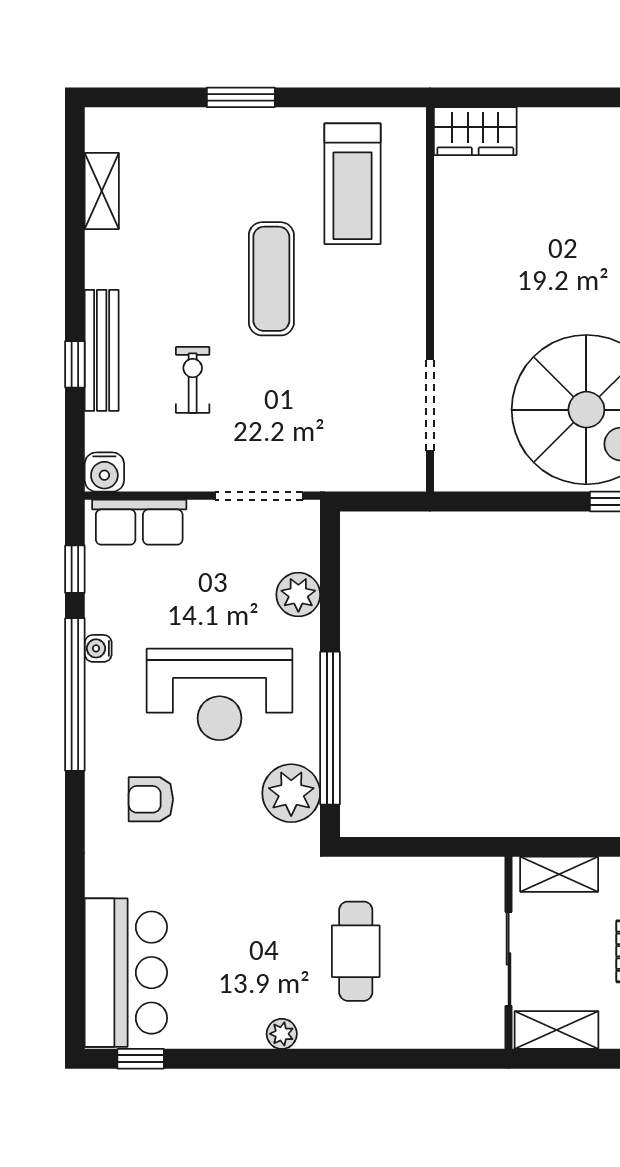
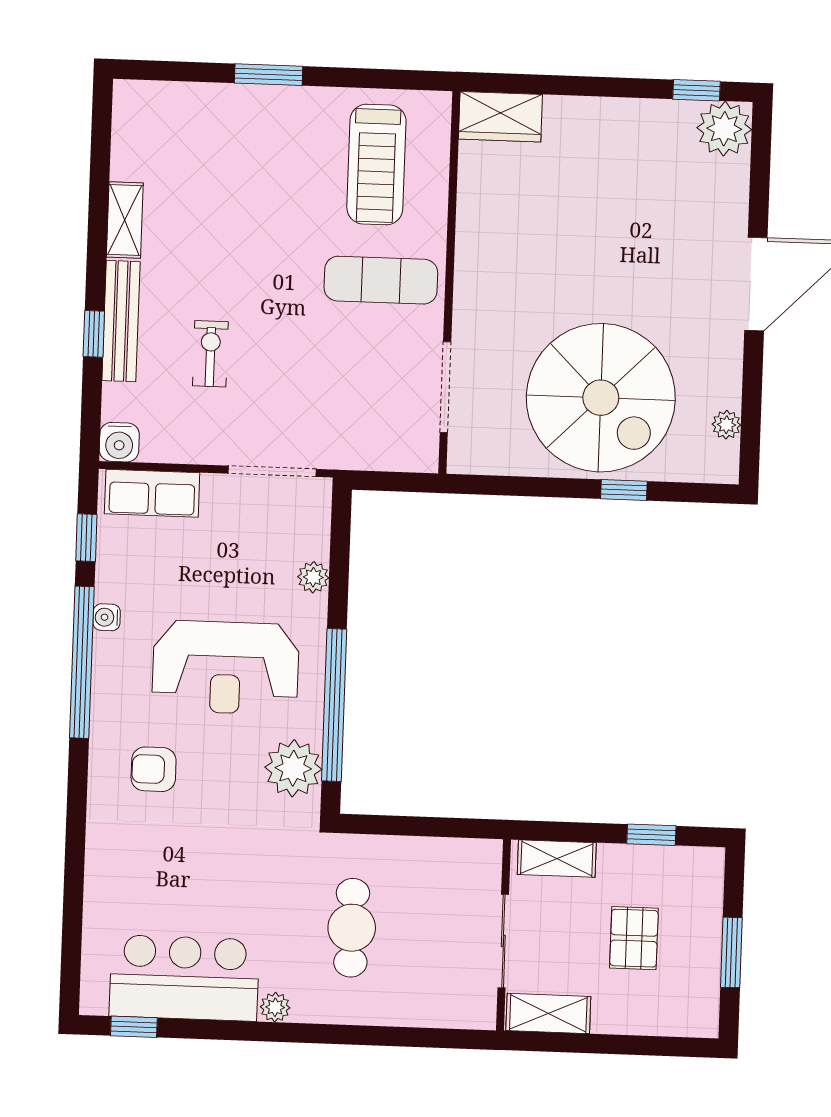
shelving: (102, 191) -> (125, 220), moved
exercise mat: (271, 279) -> (381, 280), moved, turned 90
plant: (298, 595) -> (313, 577), width x0.73, depth x0.73
bar counter: (126, 973) -> (184, 978), moved, turned -90

